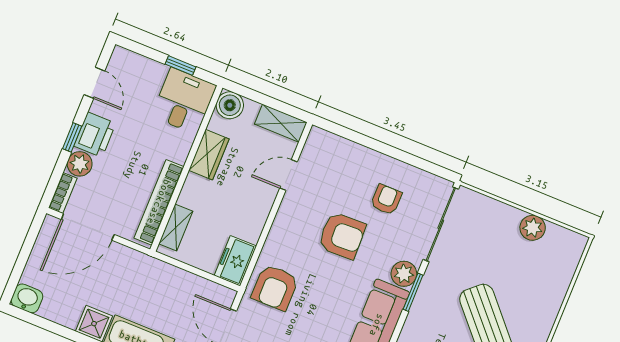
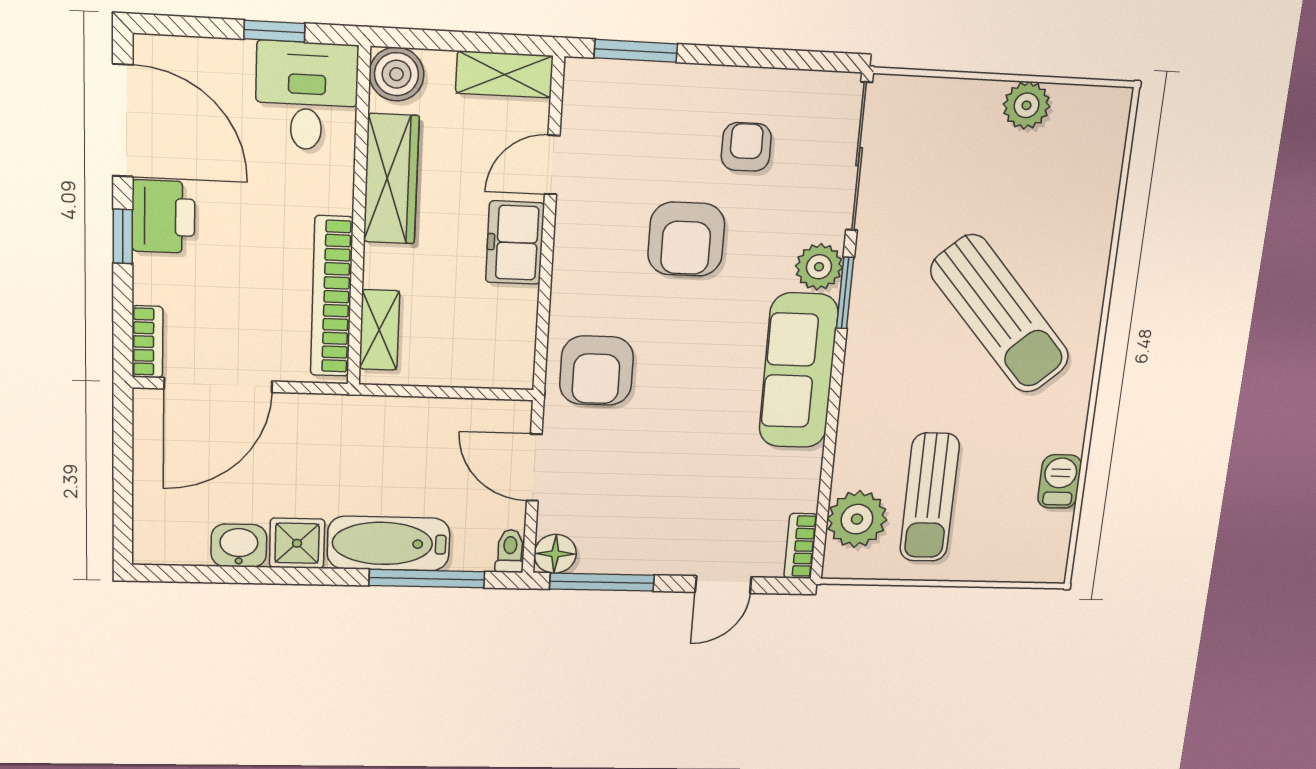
door: (94, 83) -> (123, 121), width x1.87
window: (347, 134) -> (636, 51), added
wardrobe: (209, 155) -> (391, 179), width x1.50
plant: (80, 164) -> (157, 279), removed
armchair: (342, 236) -> (686, 239), turned 92
freezer: (235, 261) -> (515, 243), moved
washbasin: (27, 298) -> (239, 546), moved

